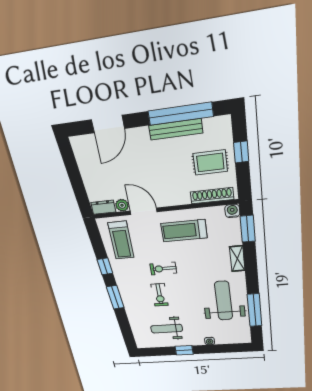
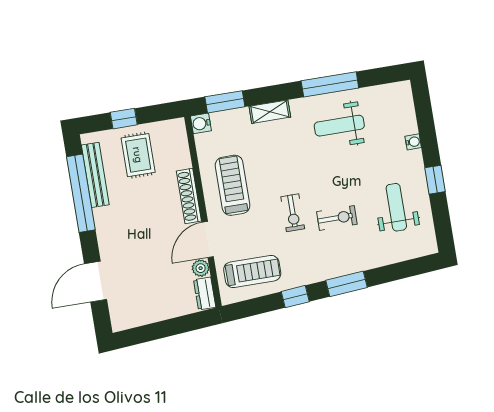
door: (108, 124) -> (95, 282), swing flipped
bench: (176, 129) -> (95, 175), moved
shoe rack: (212, 196) -> (189, 196), moved
treadmill: (184, 231) -> (233, 185), turned 180
weight bench: (224, 301) -> (339, 126), width x0.73, depth x0.75
window: (254, 310) -> (330, 84), moved
weight bench: (167, 329) -> (396, 207), turned 180

